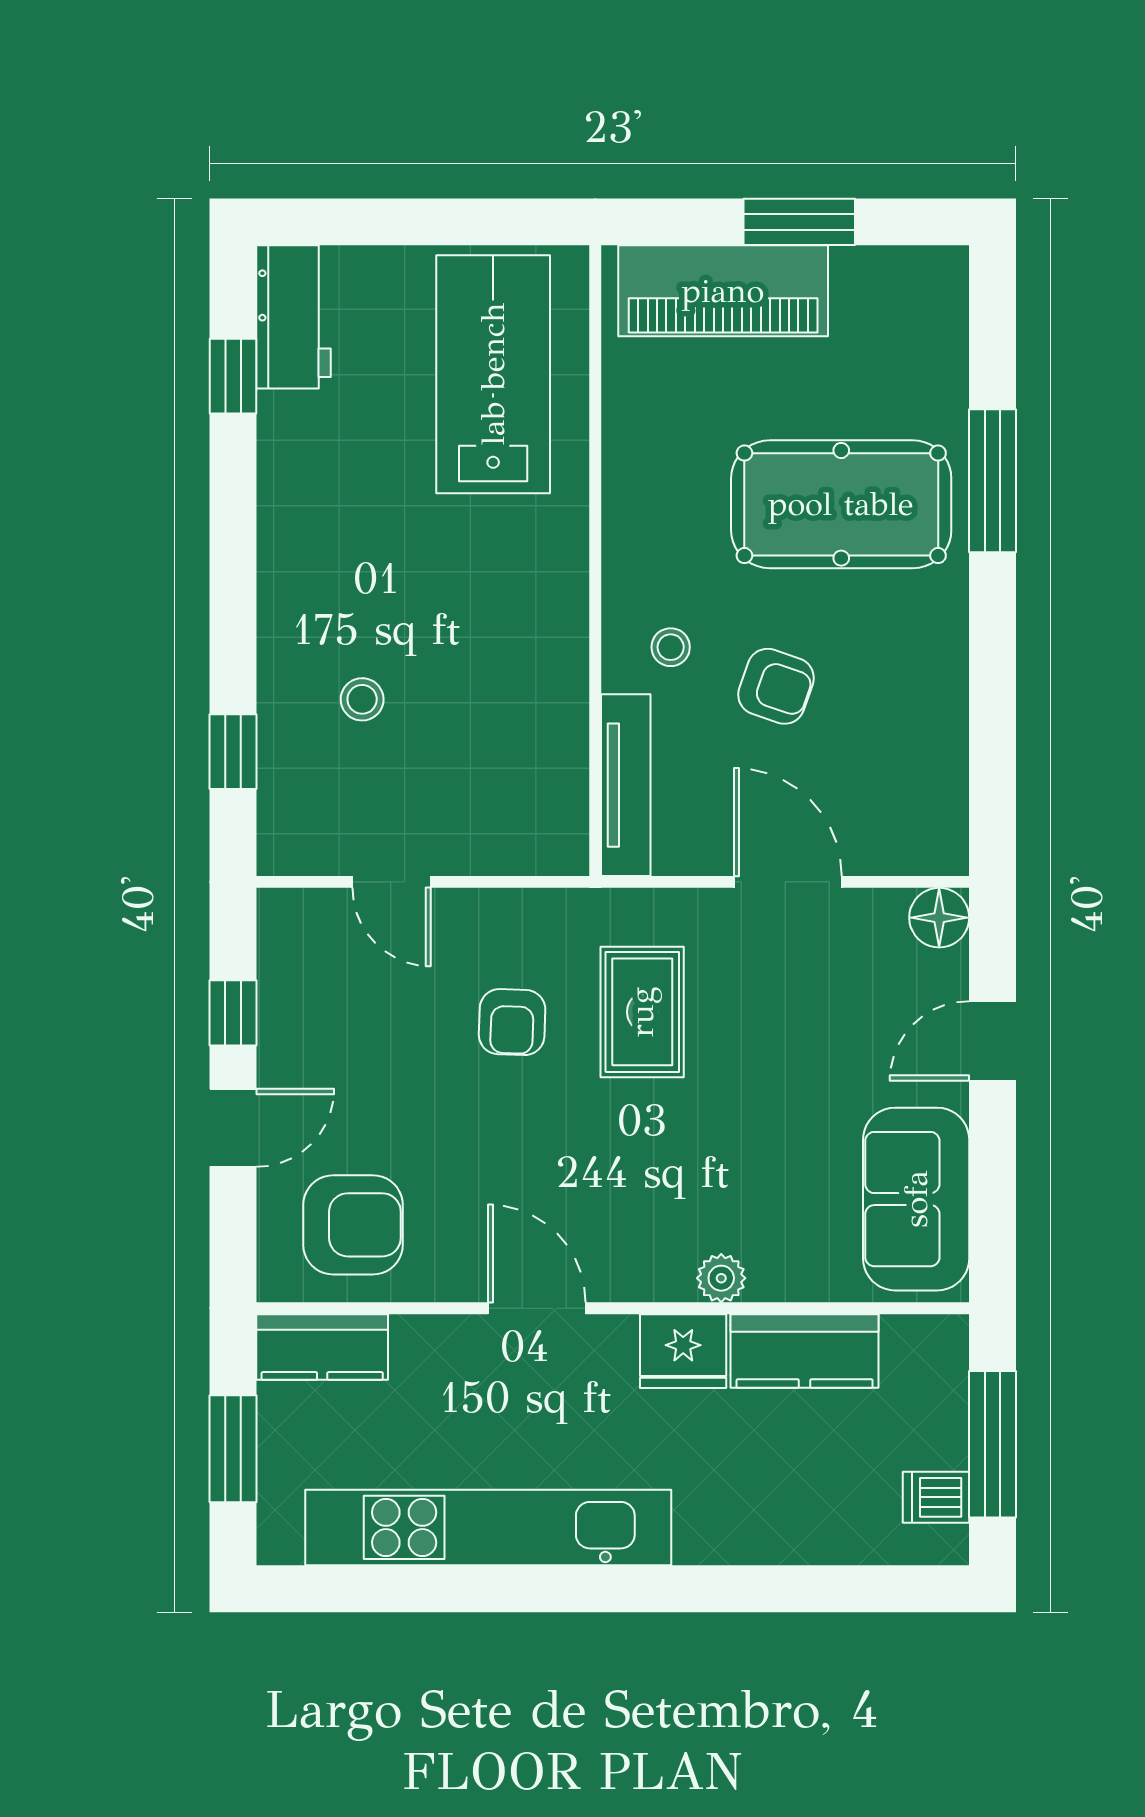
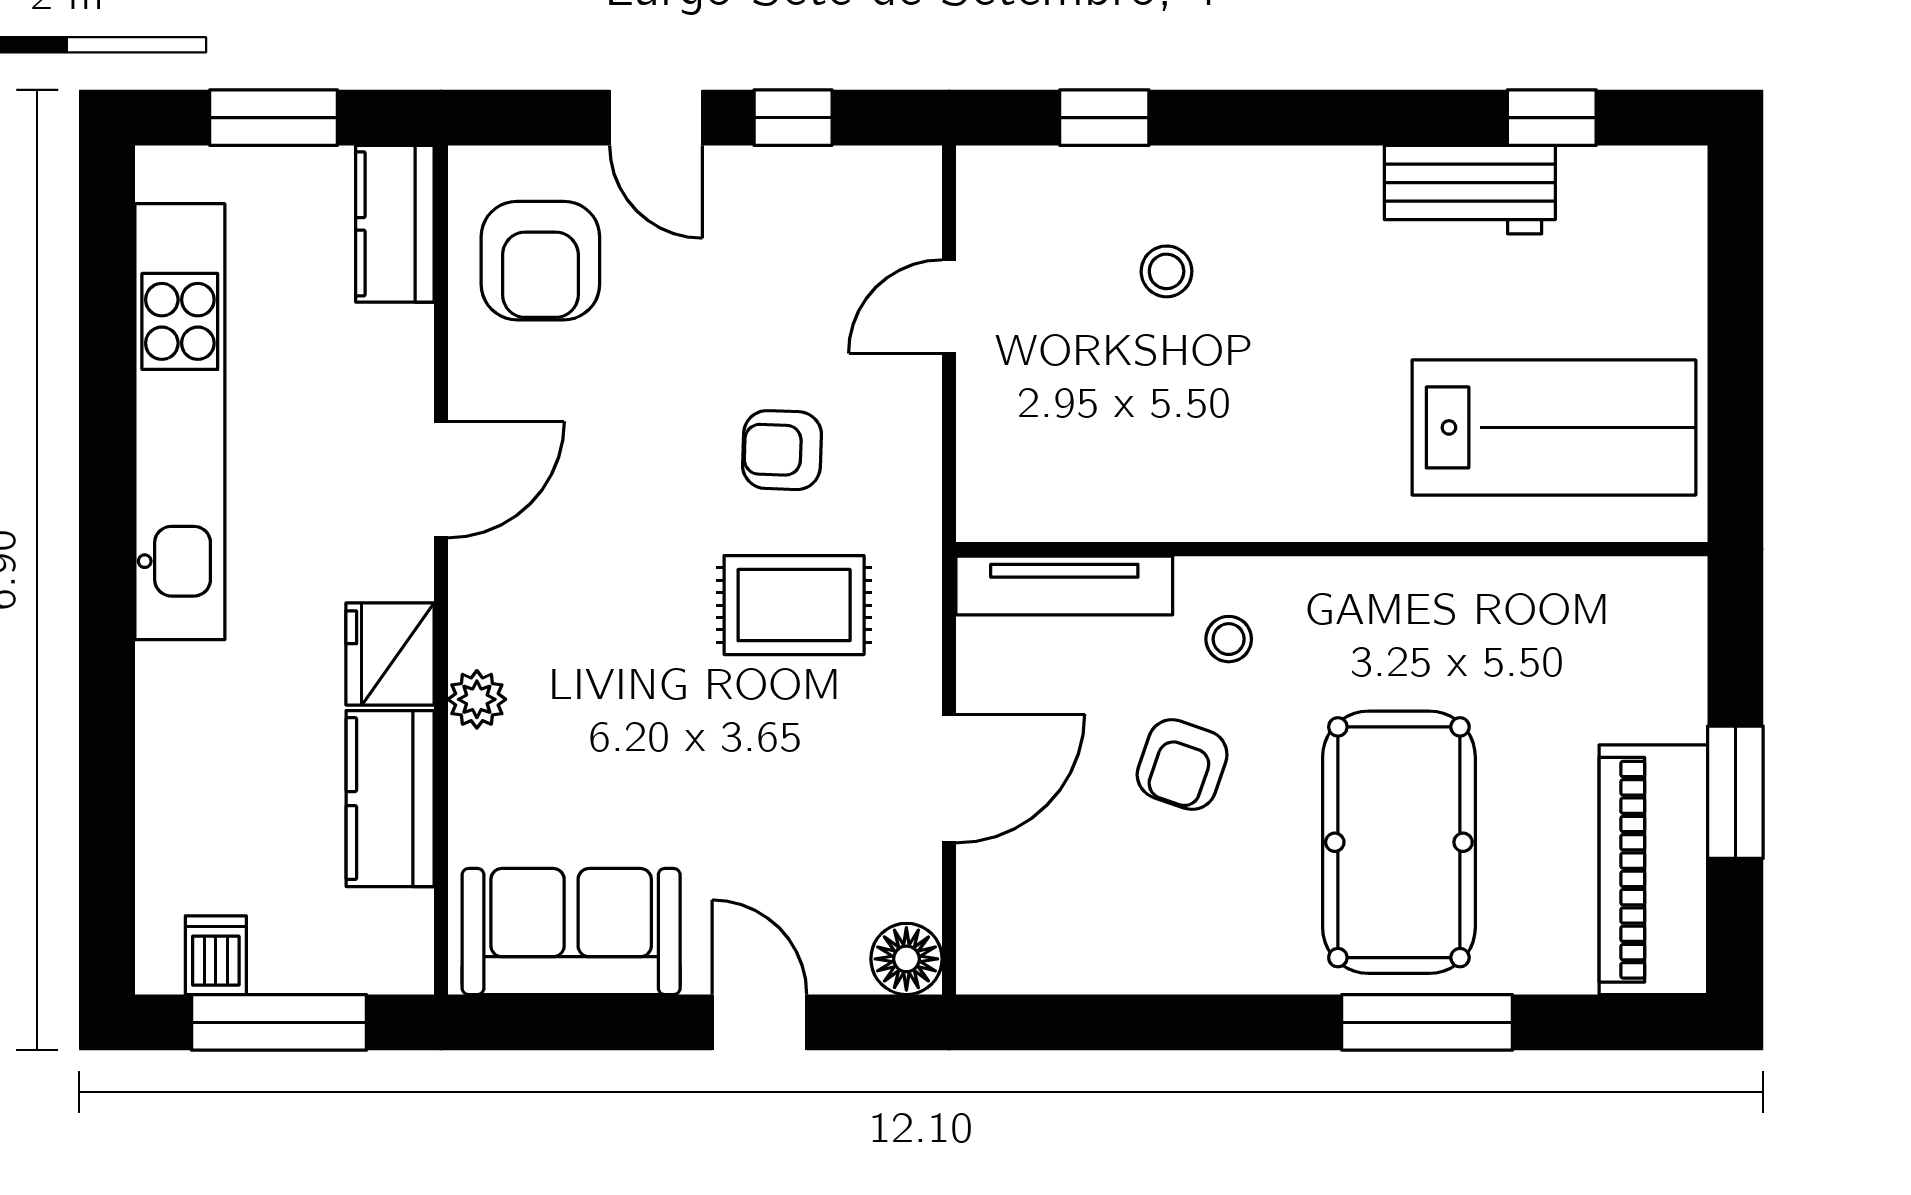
piano: (723, 291) -> (1653, 870), moved
workbench: (293, 317) -> (1470, 190), moved

